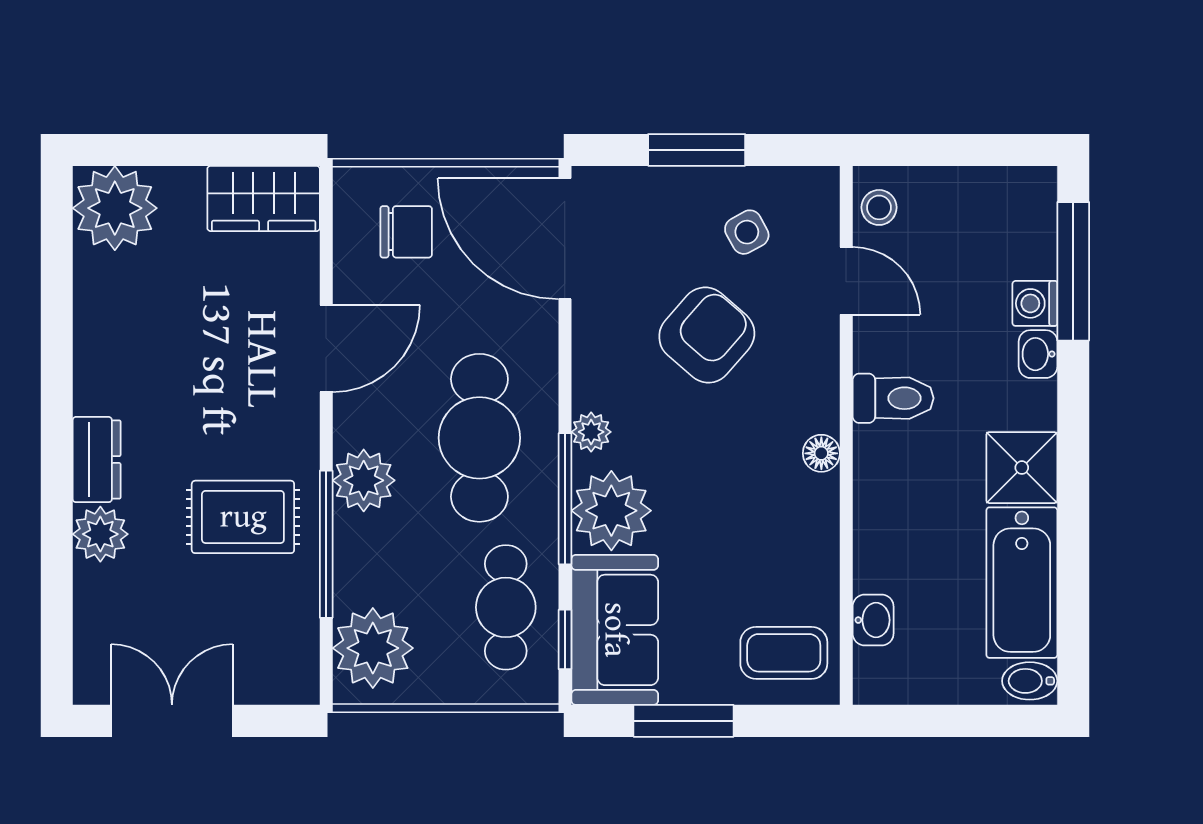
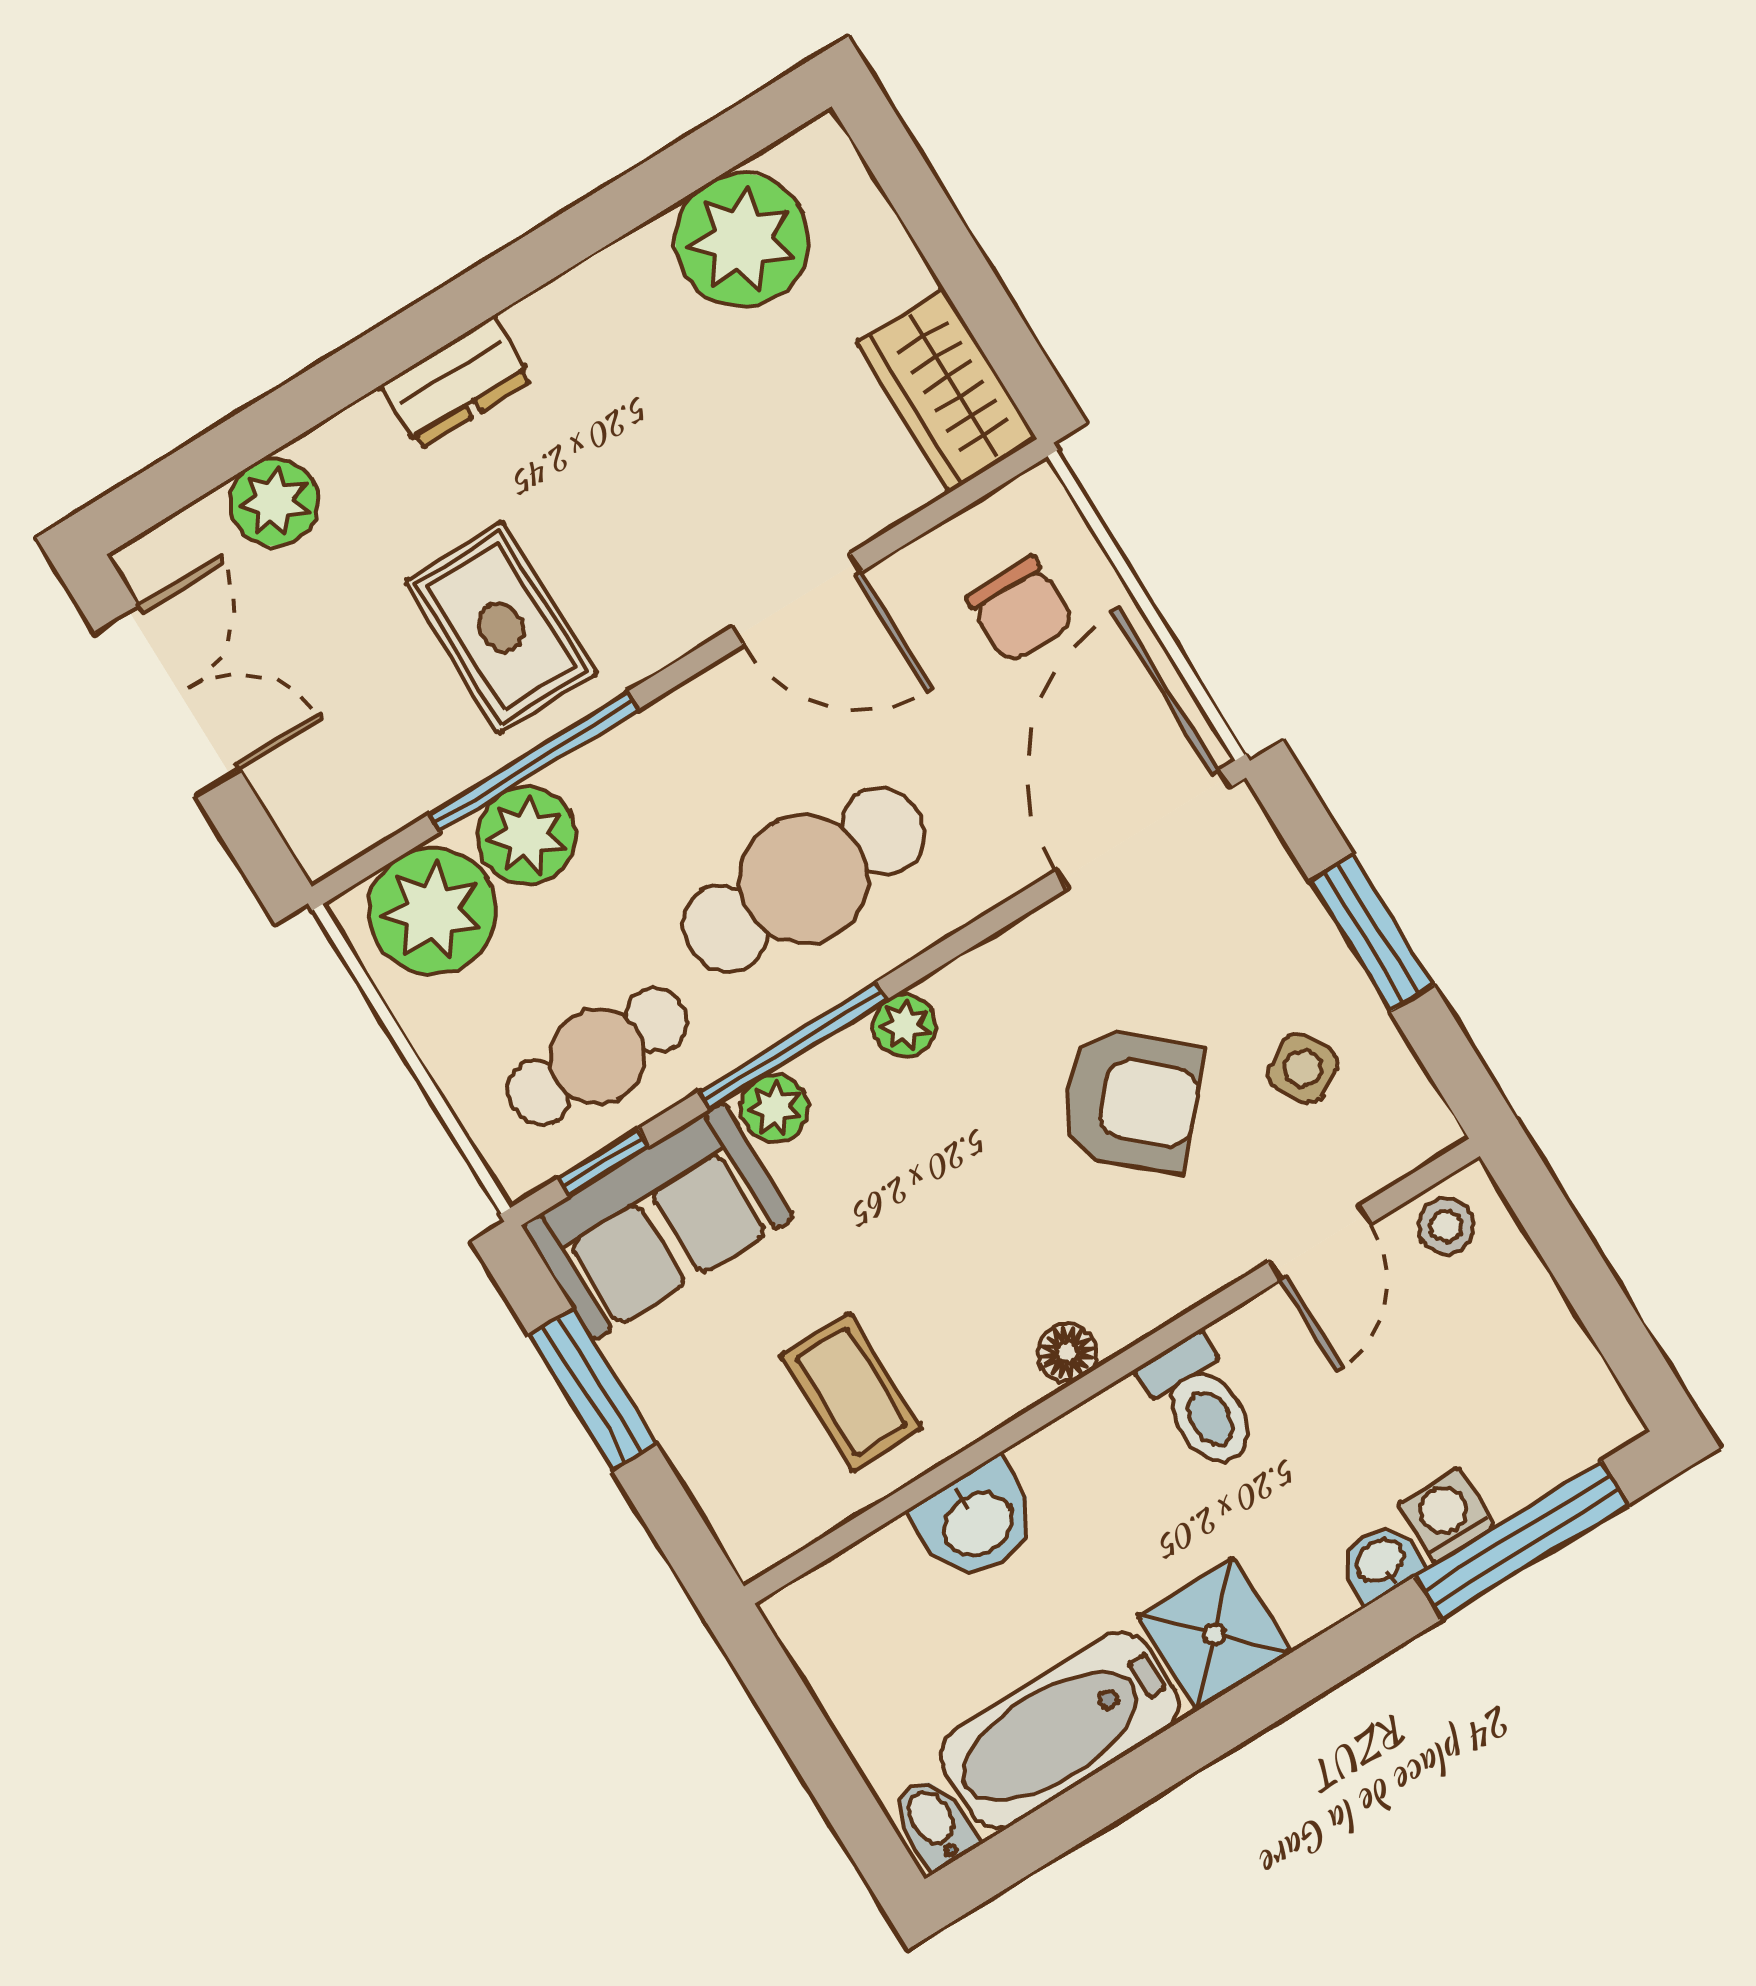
plant: (115, 208) -> (742, 240), moved
plant: (364, 480) -> (527, 836), moved
plant: (611, 511) -> (775, 1108), width x0.53, depth x0.53
plant: (100, 534) -> (274, 502), moved
washbasin: (873, 620) -> (977, 1522), moved, width x1.38, depth x1.45
coffee table: (784, 653) -> (851, 1392), moved

